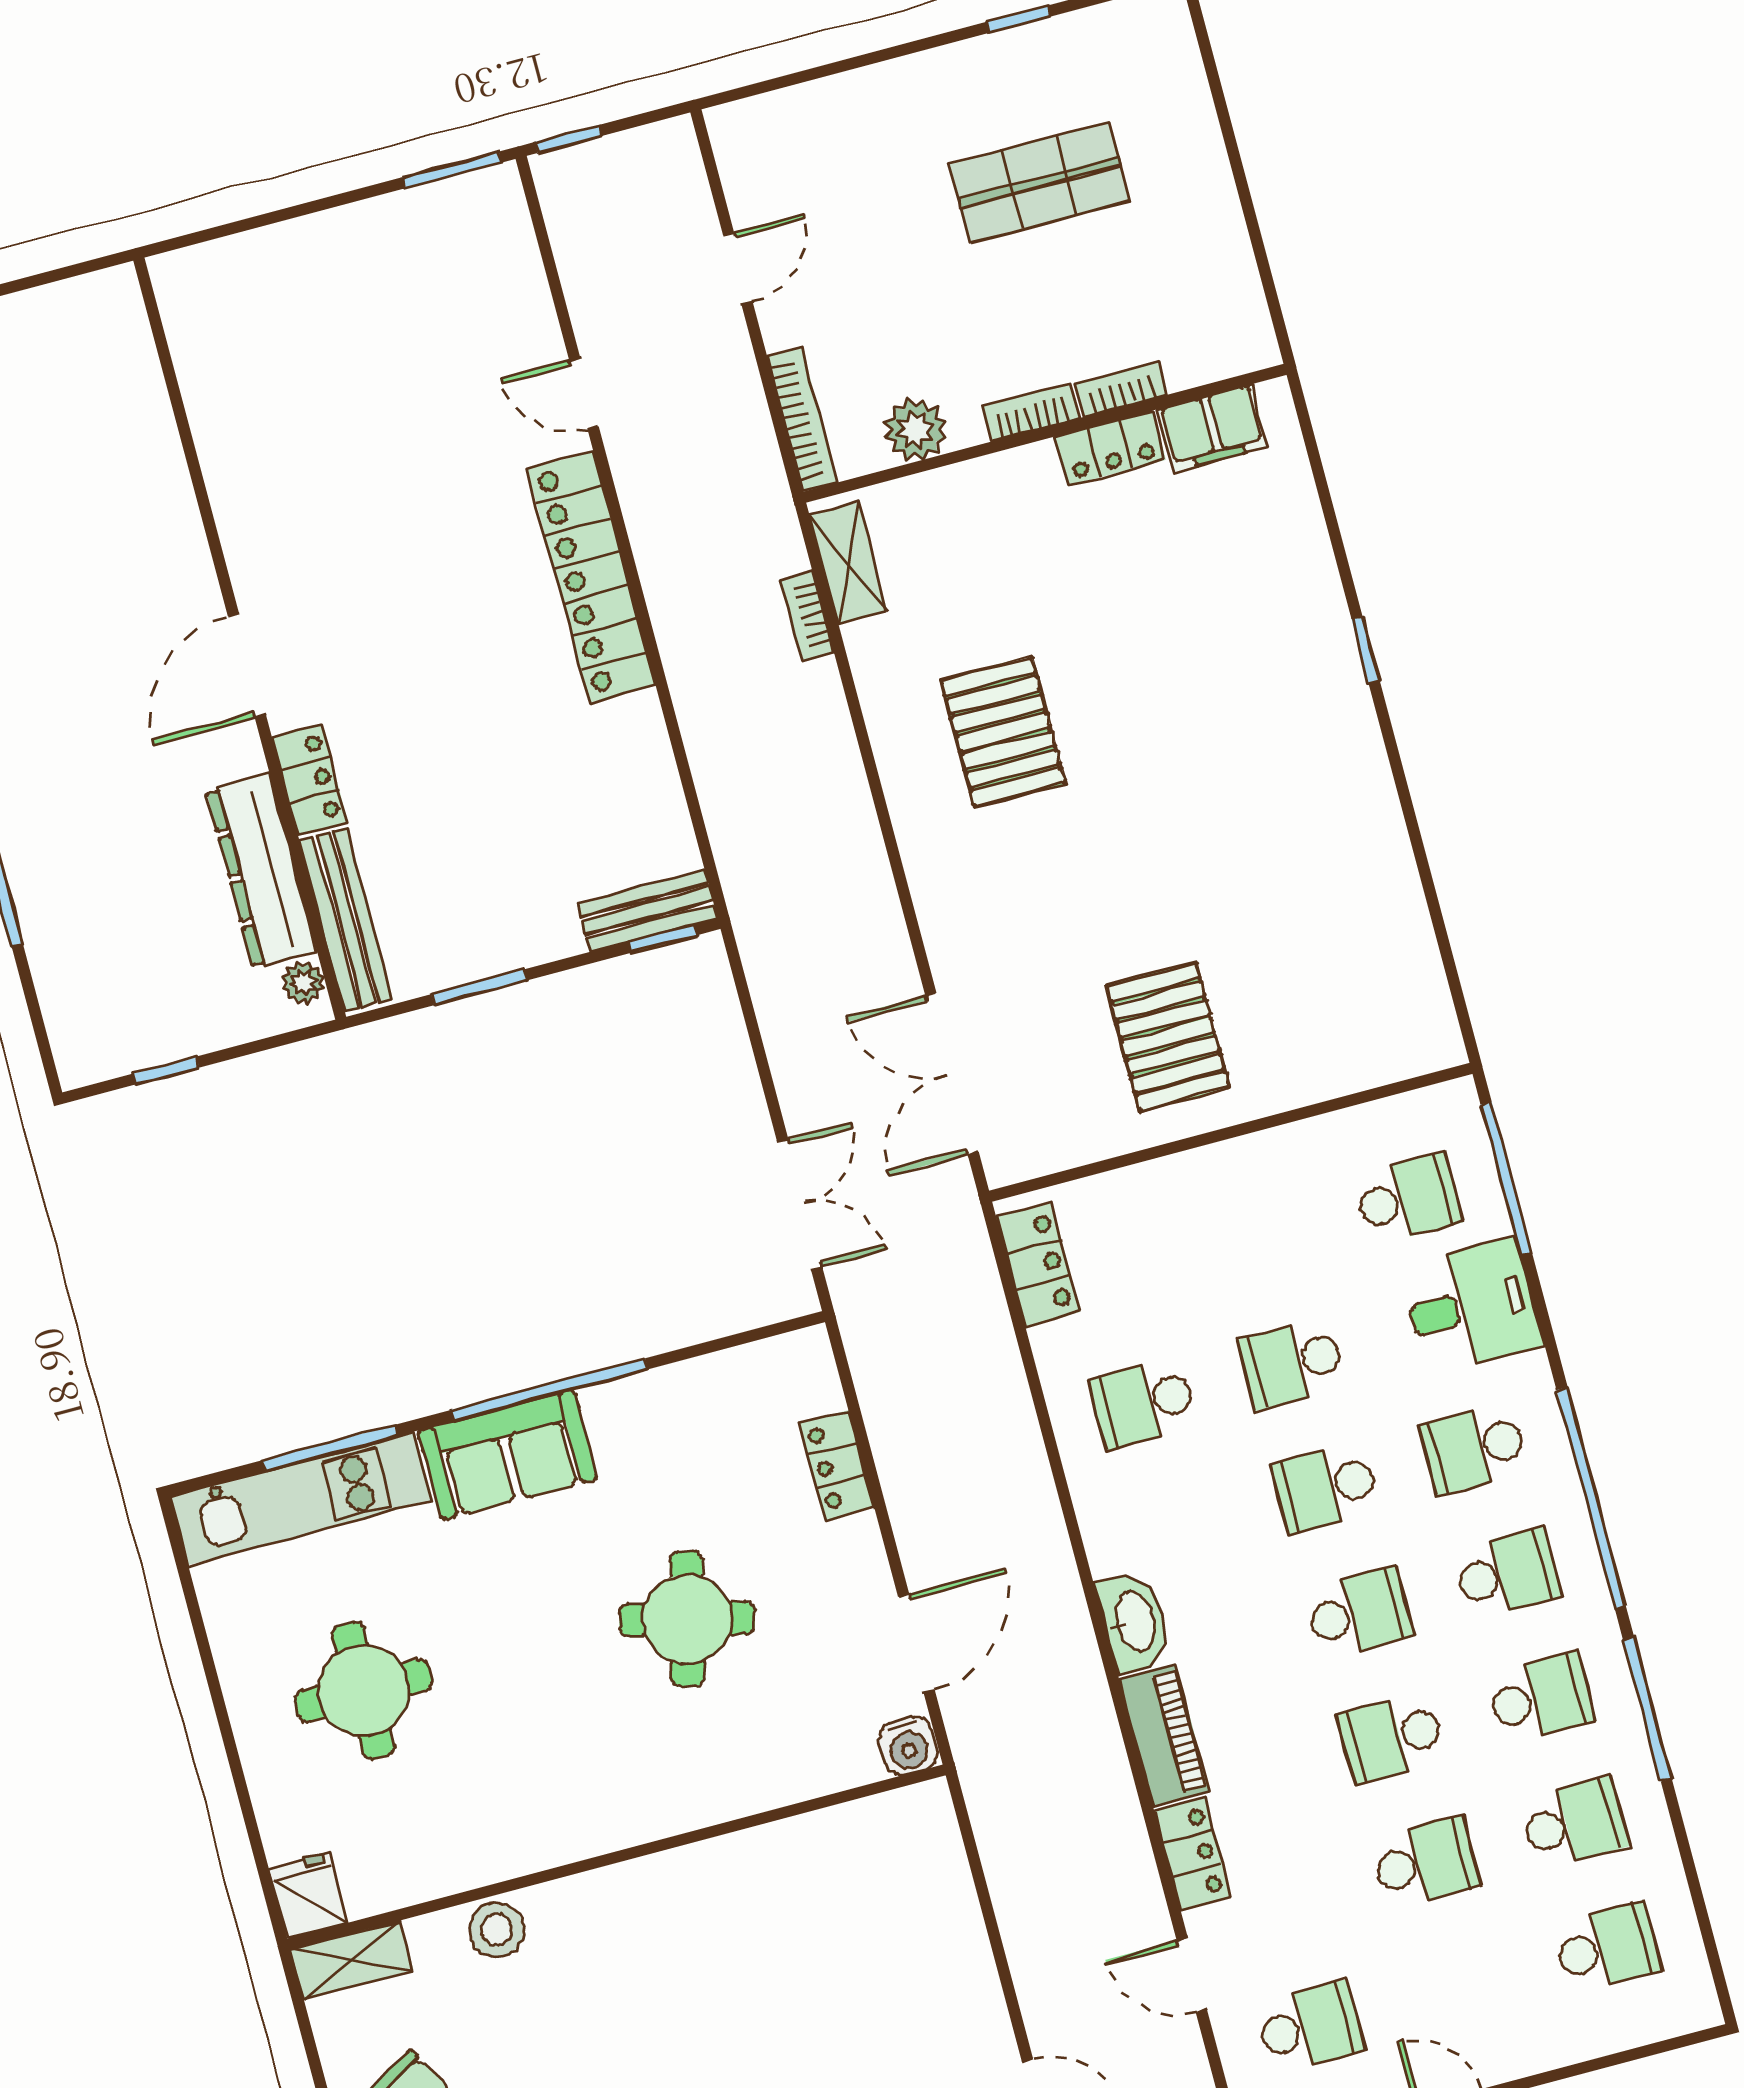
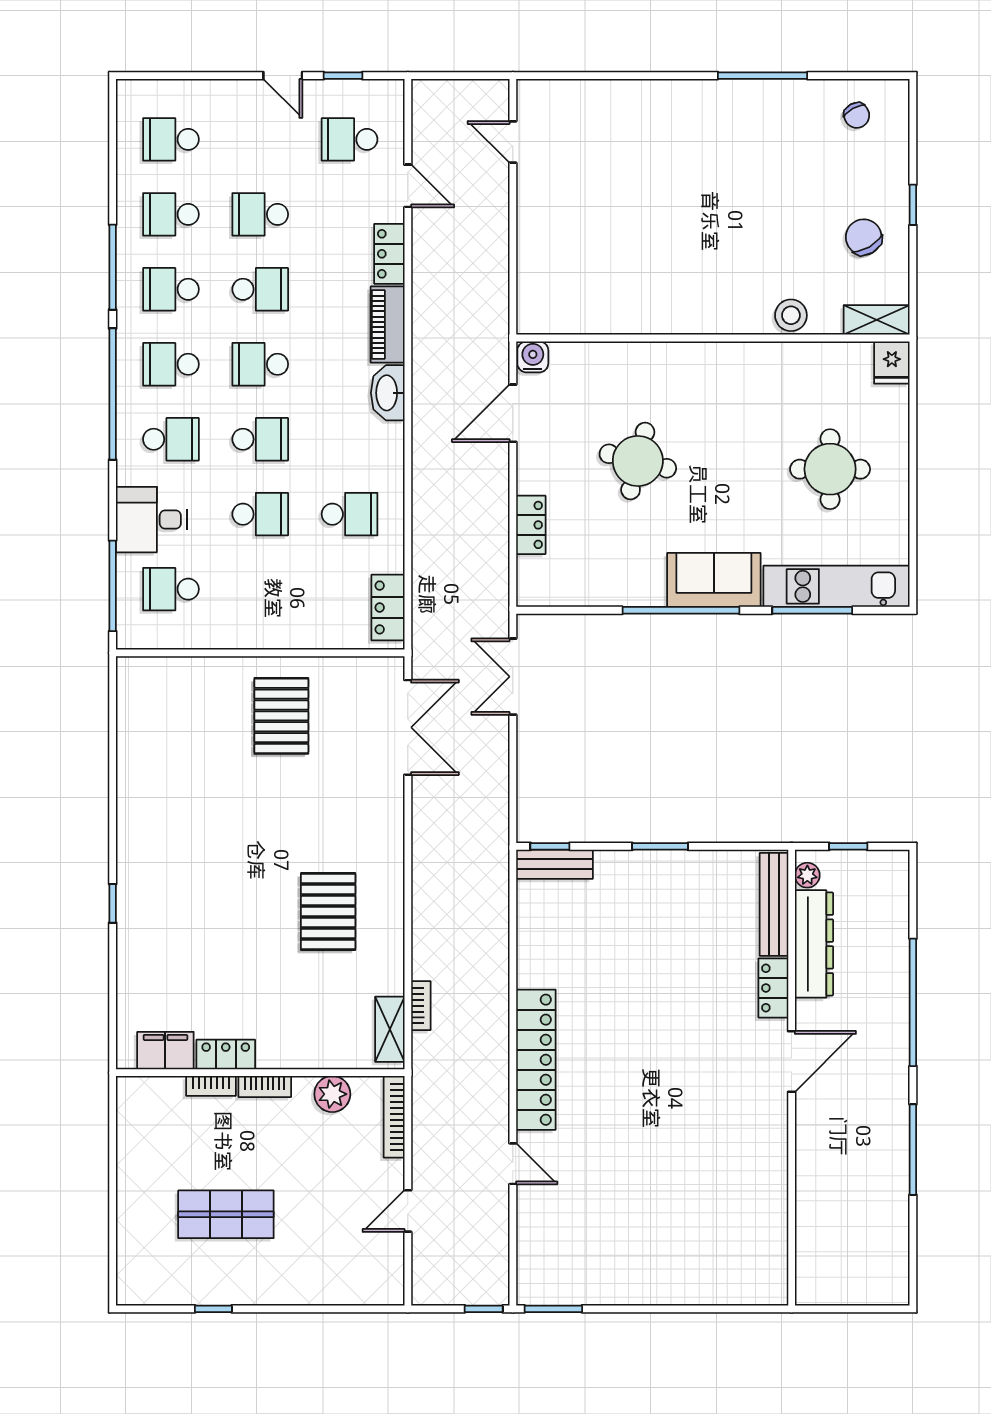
wall: (240, 639) -> (792, 1078), moved
door: (247, 665) -> (792, 1062), moved
locker: (310, 780) -> (773, 988), moved
dresser: (262, 871) -> (814, 944), moved
bench: (346, 919) -> (774, 904), moved
plant: (303, 983) -> (807, 875), moved

